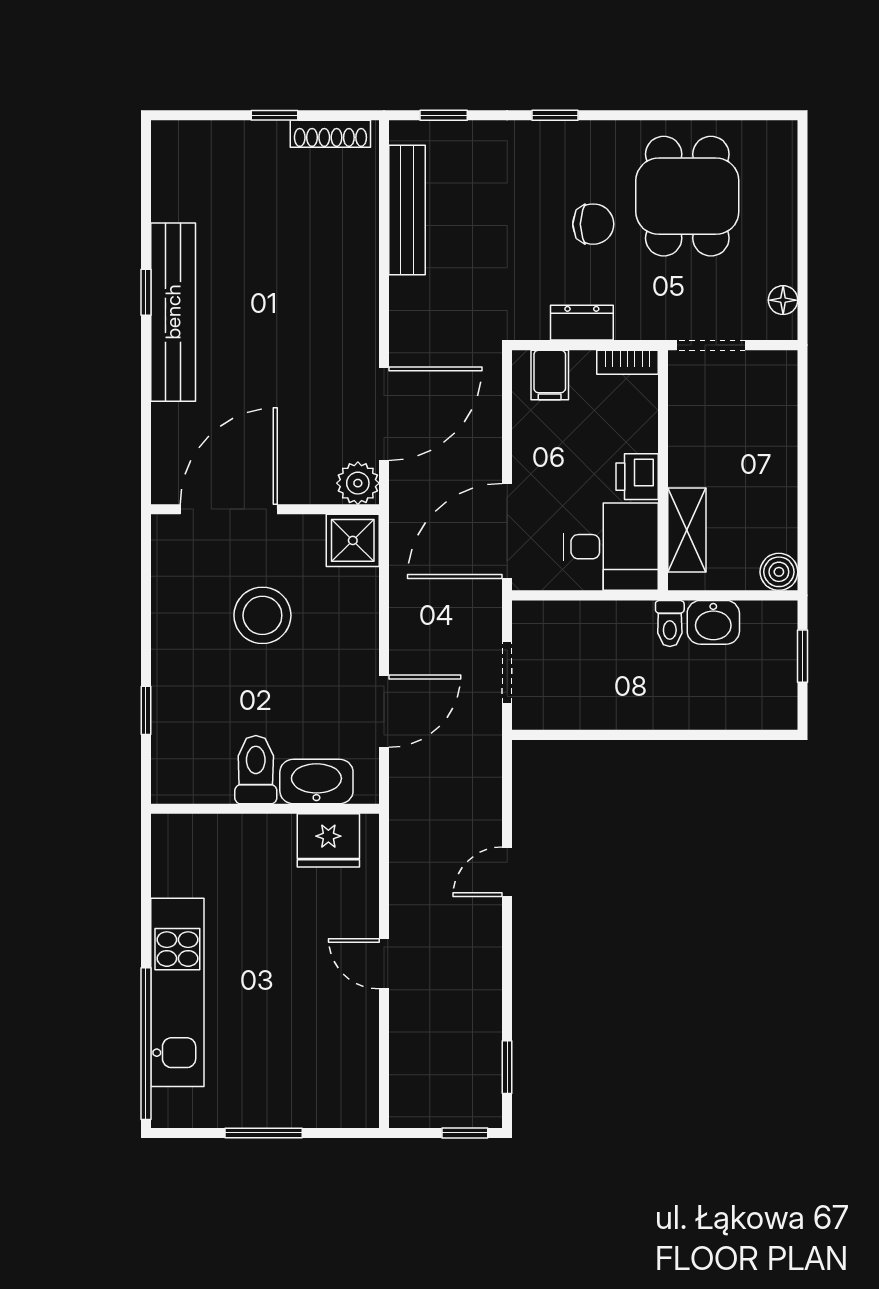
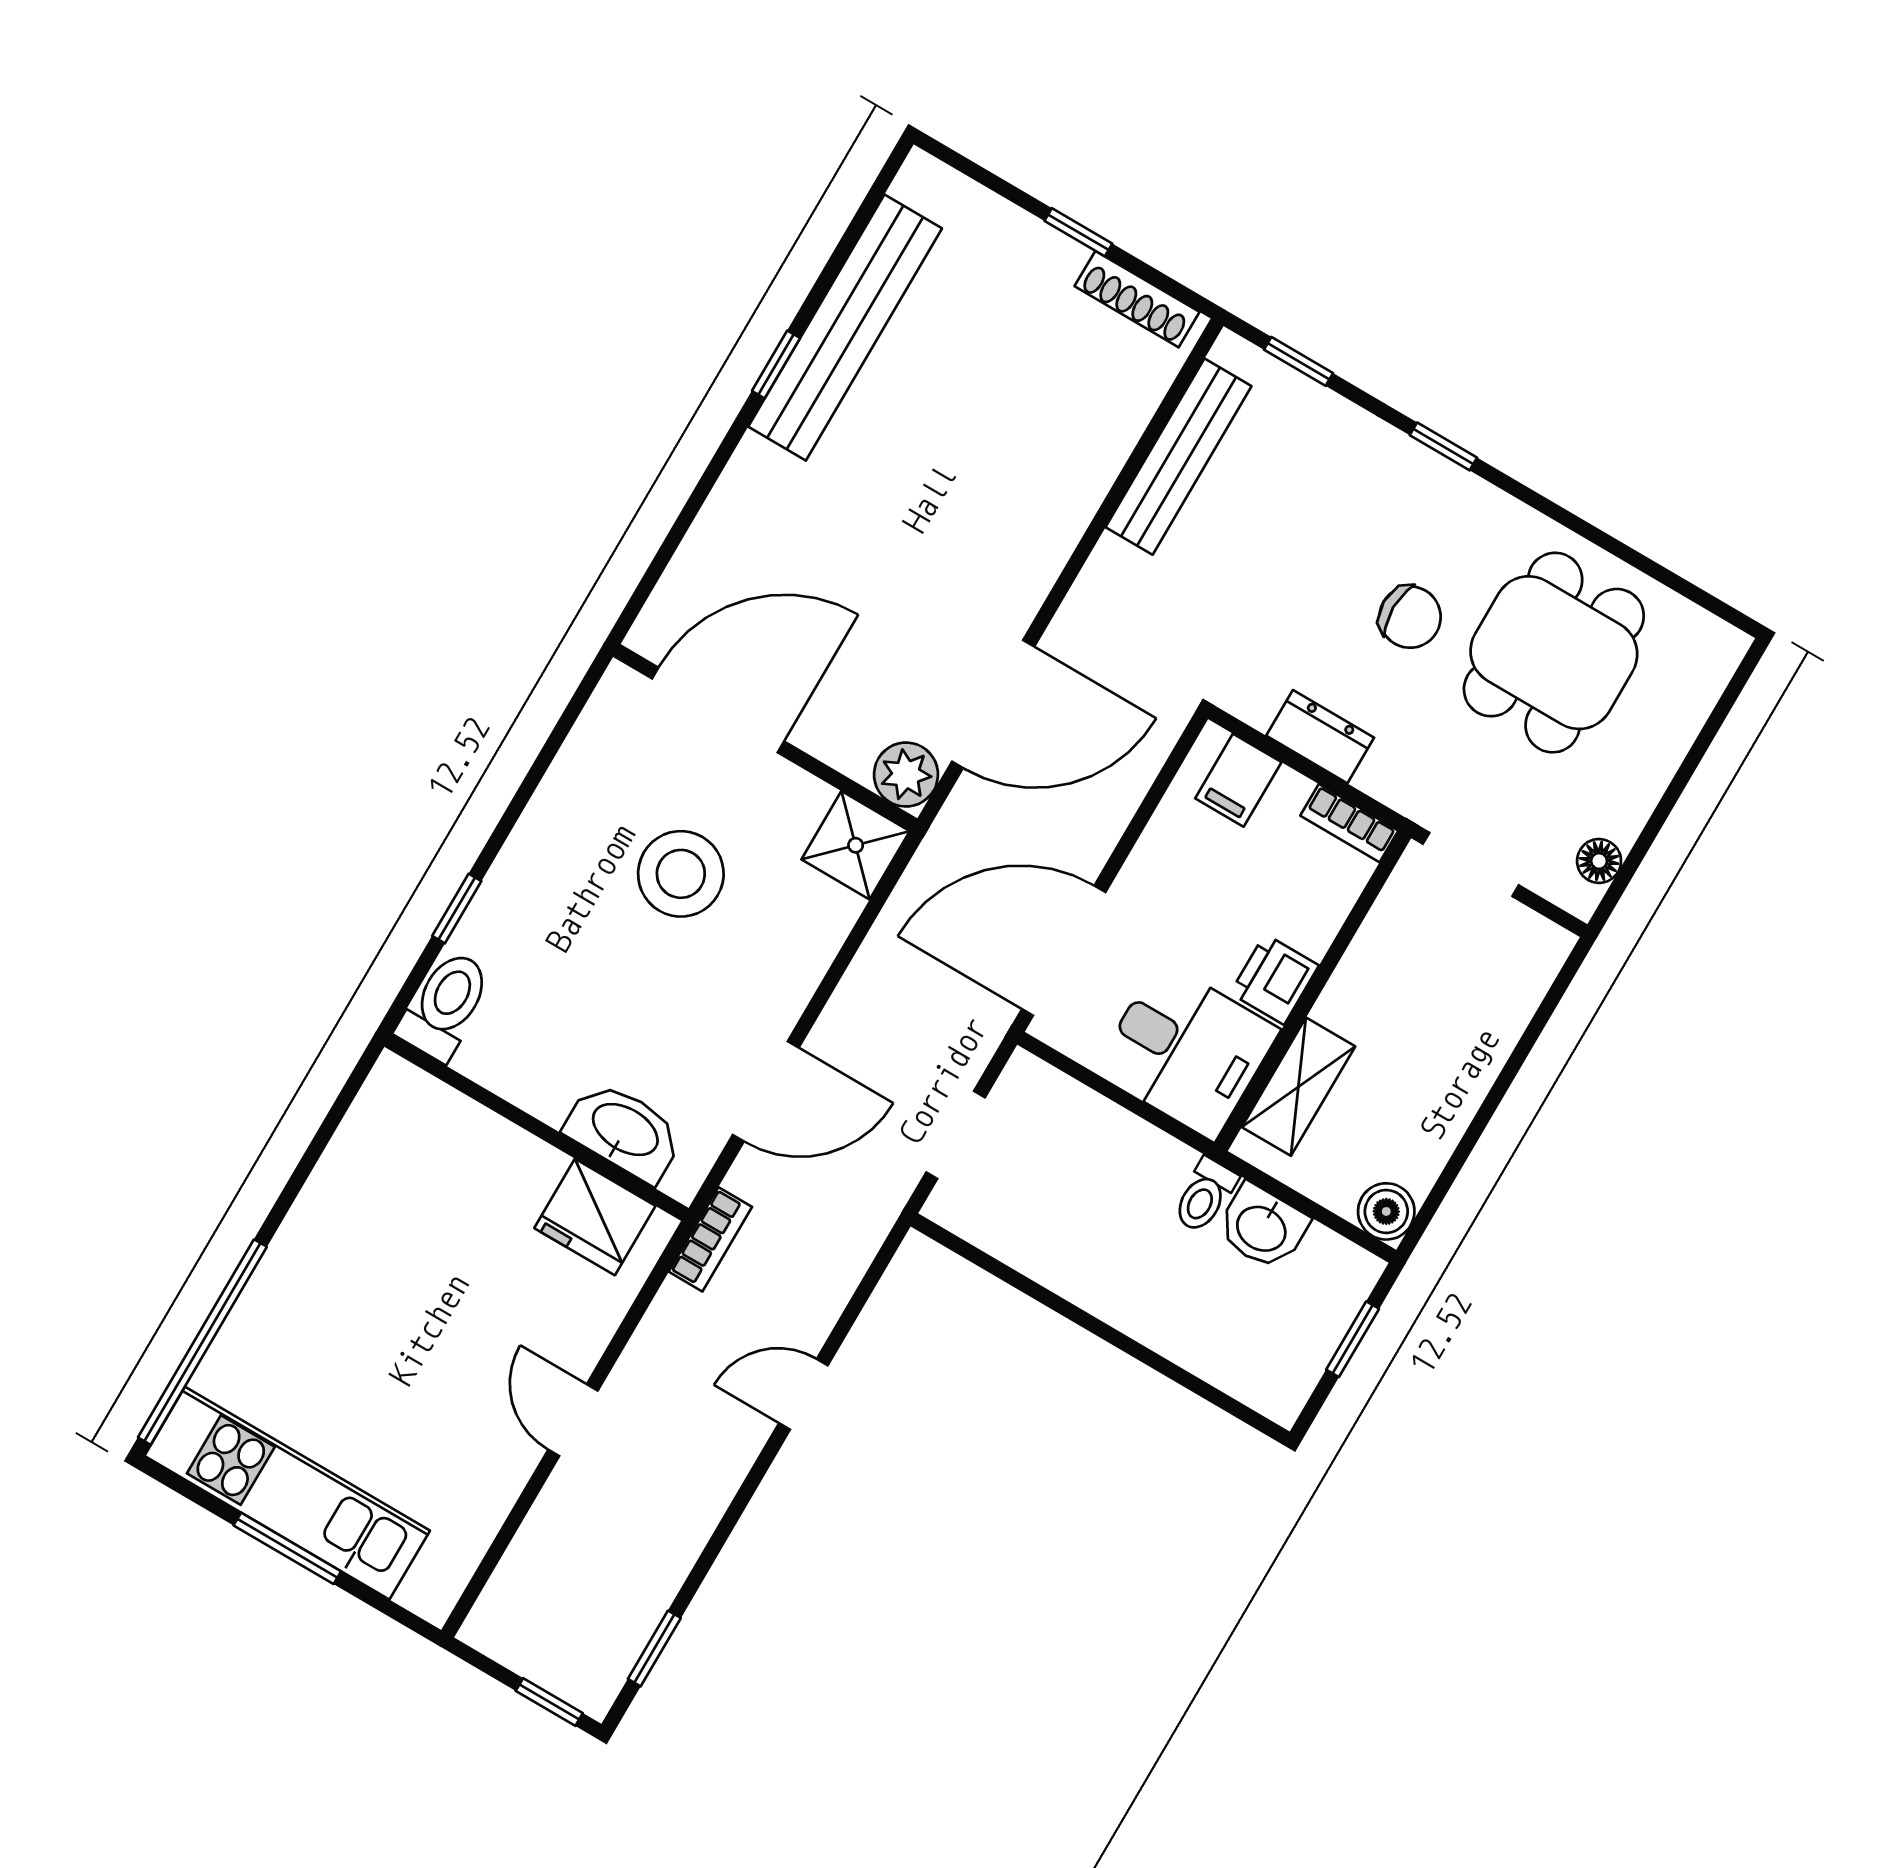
bench: (173, 312) -> (845, 328), moved
toilet: (256, 770) -> (445, 1005), moved
bookcase: (402, 814) -> (710, 1239), added
kitchen unit: (177, 992) -> (287, 1493), moved, turned -90

